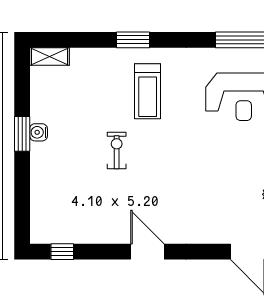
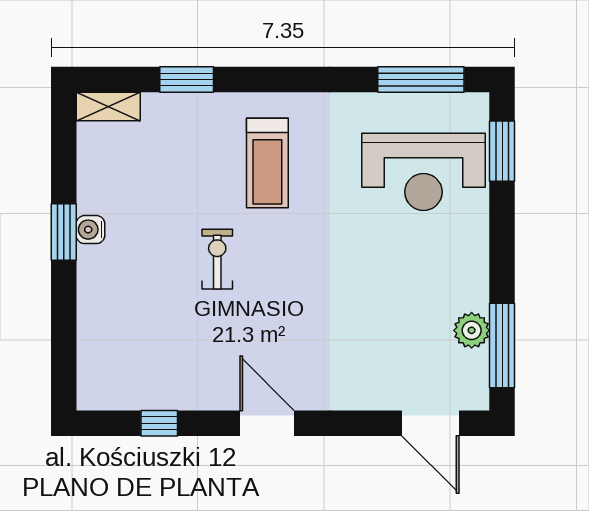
window: (133, 40) -> (187, 79), moved
window: (62, 252) -> (159, 423), moved

